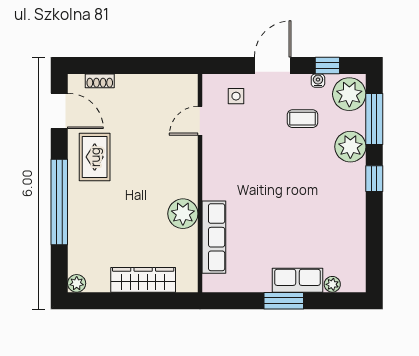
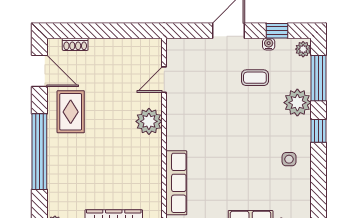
plant: (349, 94) -> (303, 49), width x0.53, depth x0.53
side table: (236, 96) -> (289, 159), moved
plant: (183, 214) -> (149, 121), moved

